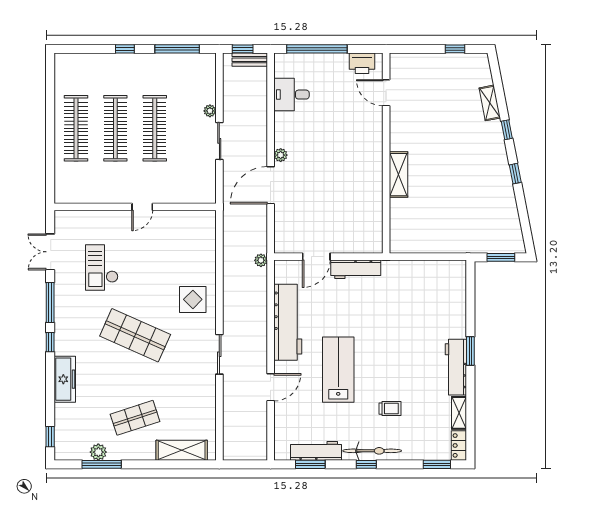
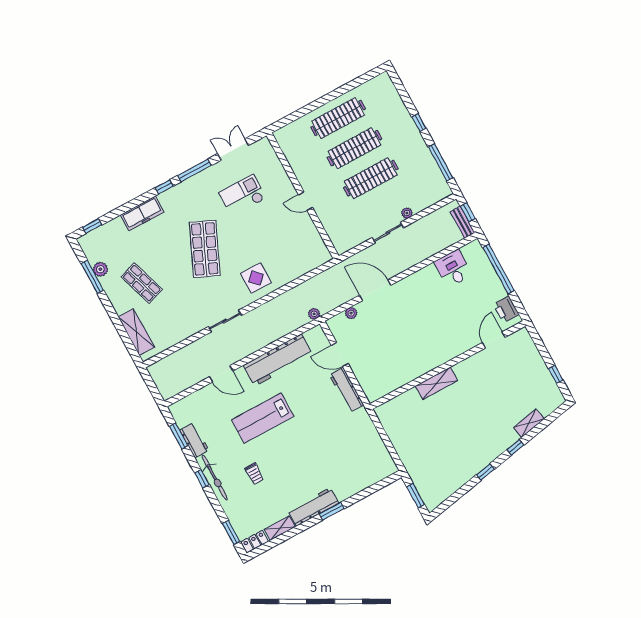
plant: (281, 155) -> (351, 313), moved
lab bench: (338, 370) -> (263, 418), turned 180
workbench: (316, 451) -> (194, 440), width x0.73

